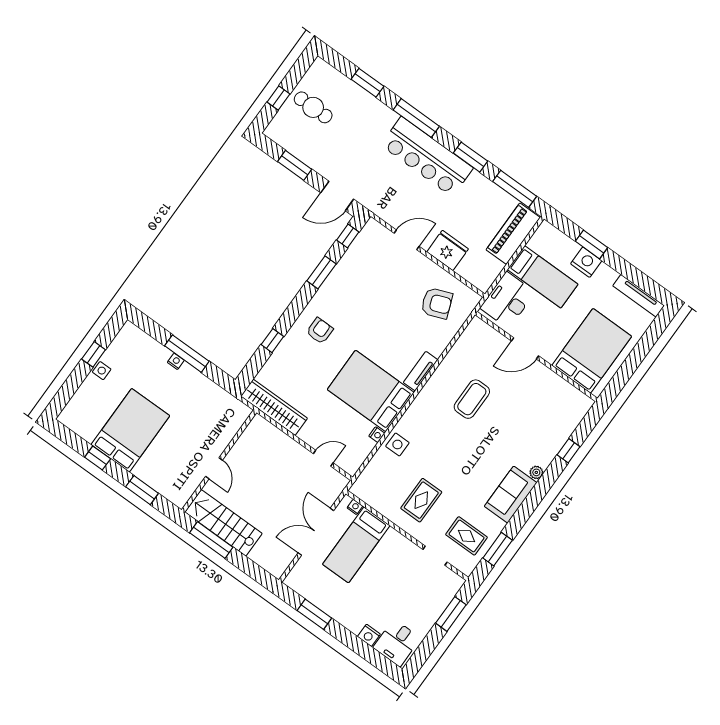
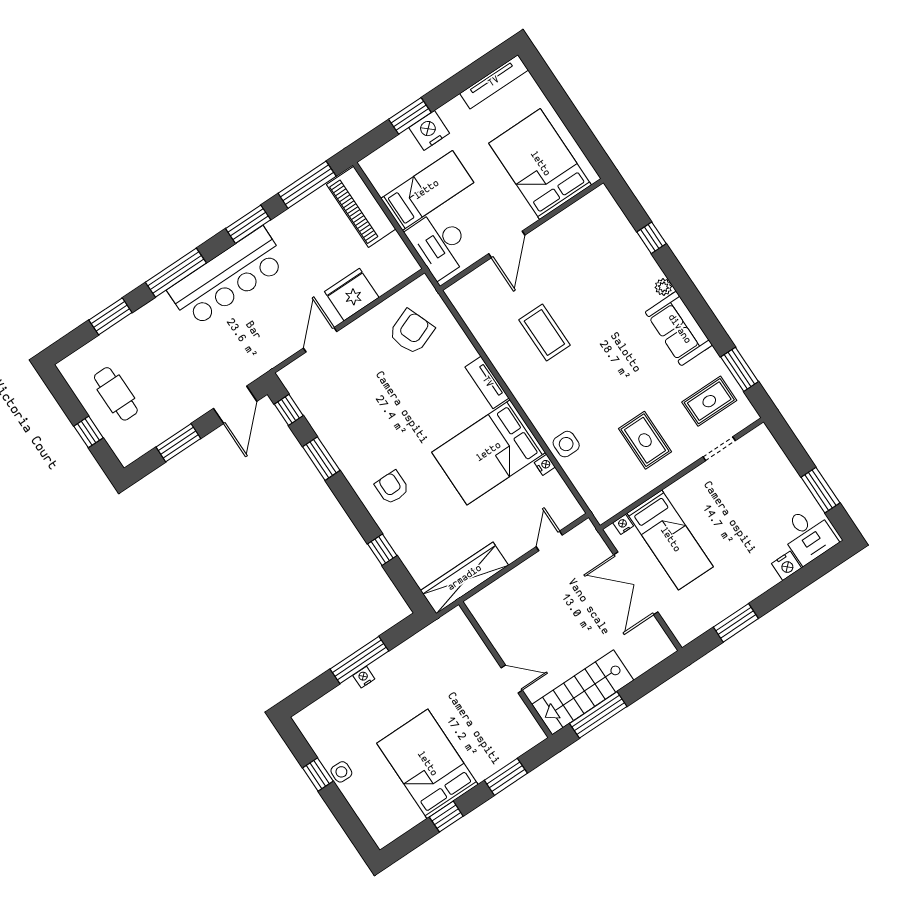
cafe table: (313, 107) -> (116, 394), turned 90
window: (451, 614) -> (820, 490), moved

